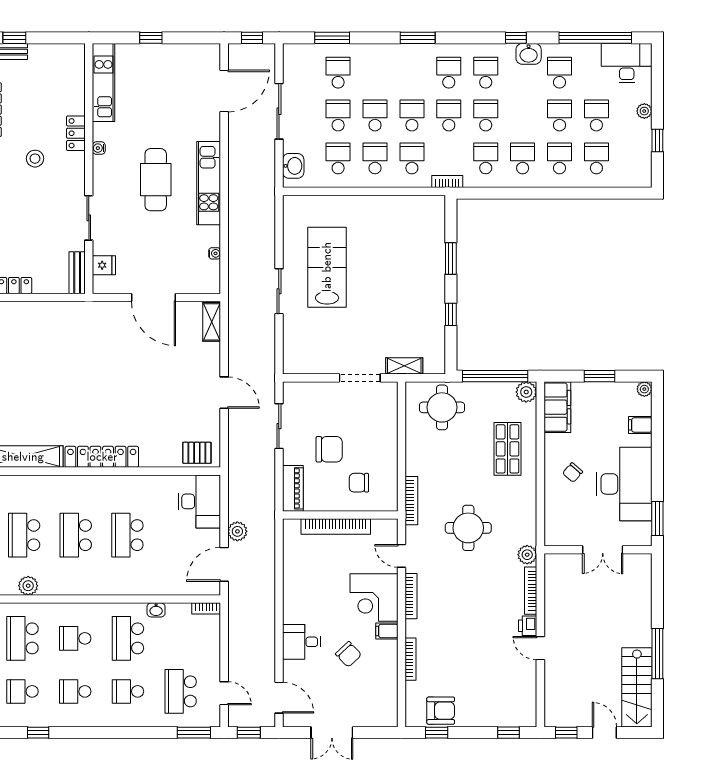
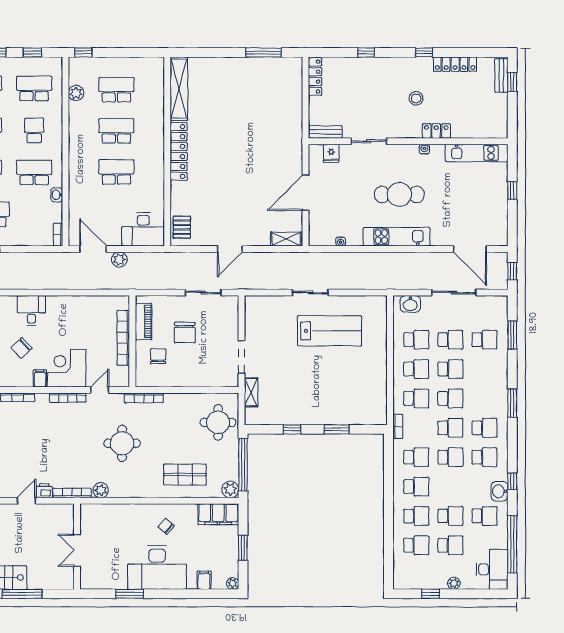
piano: (293, 488) -> (143, 321), moved, turned -90
wall: (598, 550) -> (77, 547), moved
double door: (603, 550) -> (77, 550), moved

